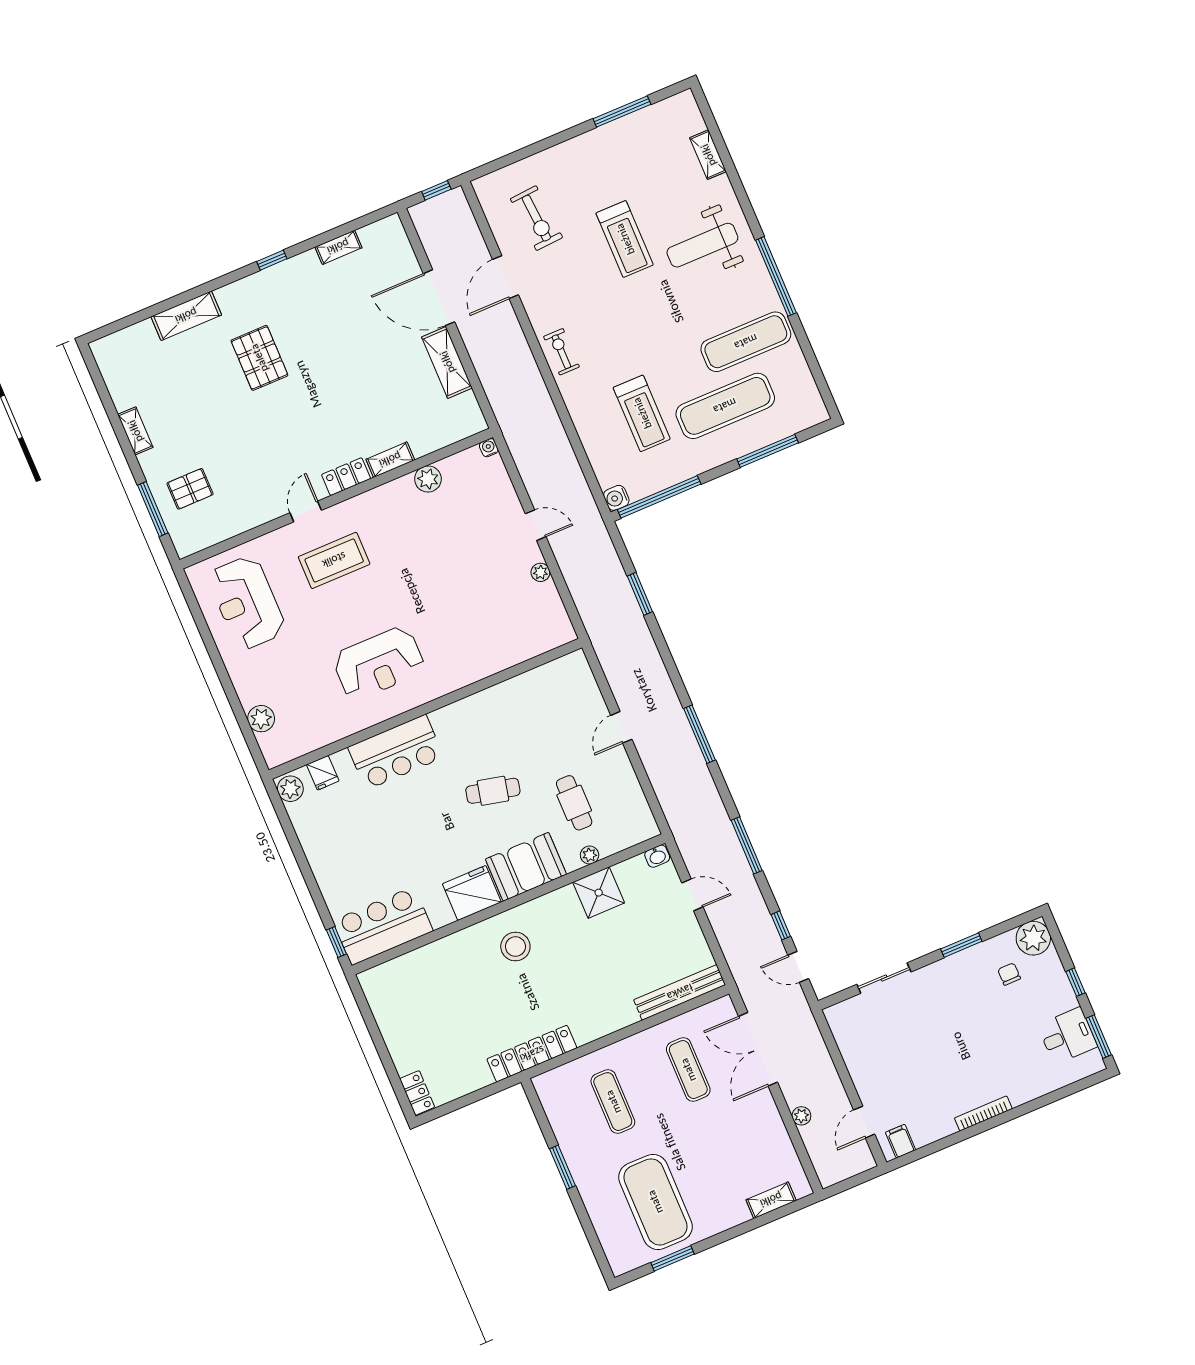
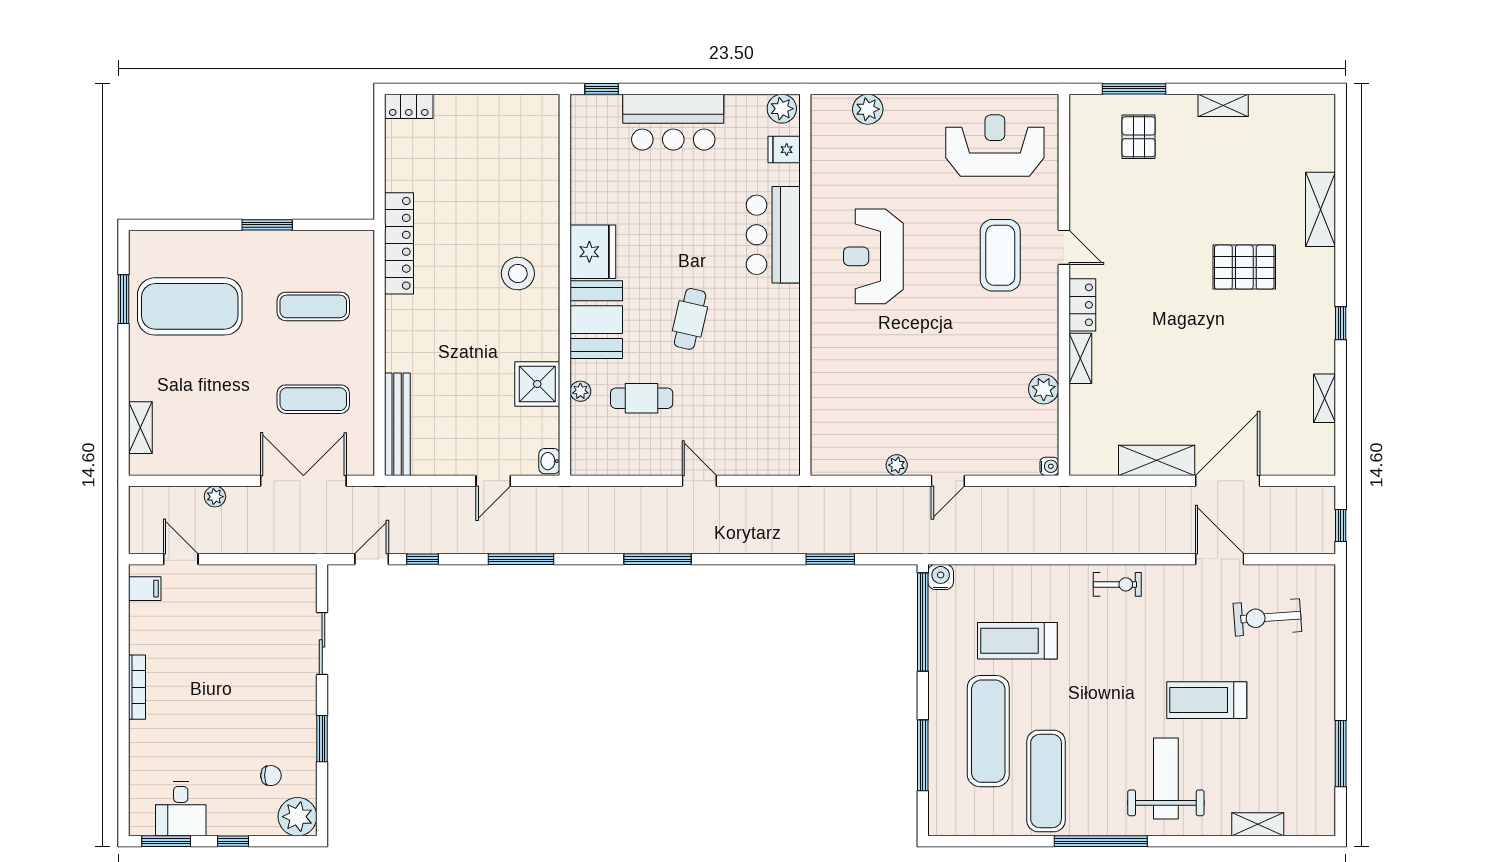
bar counter: (383, 926) -> (673, 122), moved, turned 90

